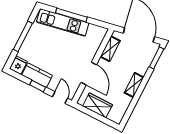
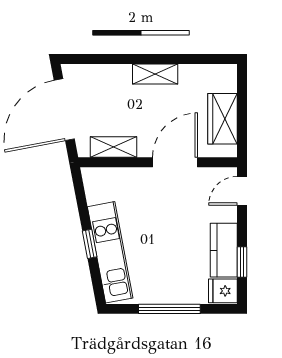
window: (71, 15) -> (90, 244), width x0.46
window: (157, 58) -> (88, 59), removed
window: (38, 86) -> (242, 262), moved

